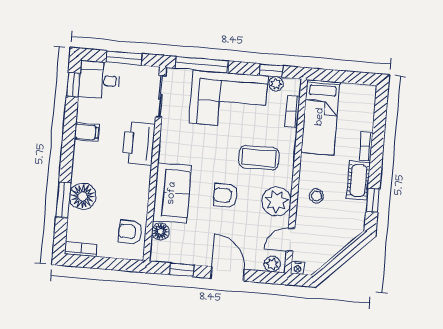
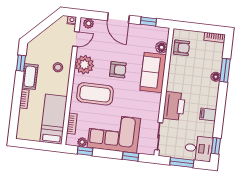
window: (202, 65) -> (131, 156), width x0.46
coffee table: (259, 158) -> (95, 94), width x1.36, depth x1.32
floor lamp: (83, 196) -> (216, 77), width x0.53, depth x0.53

